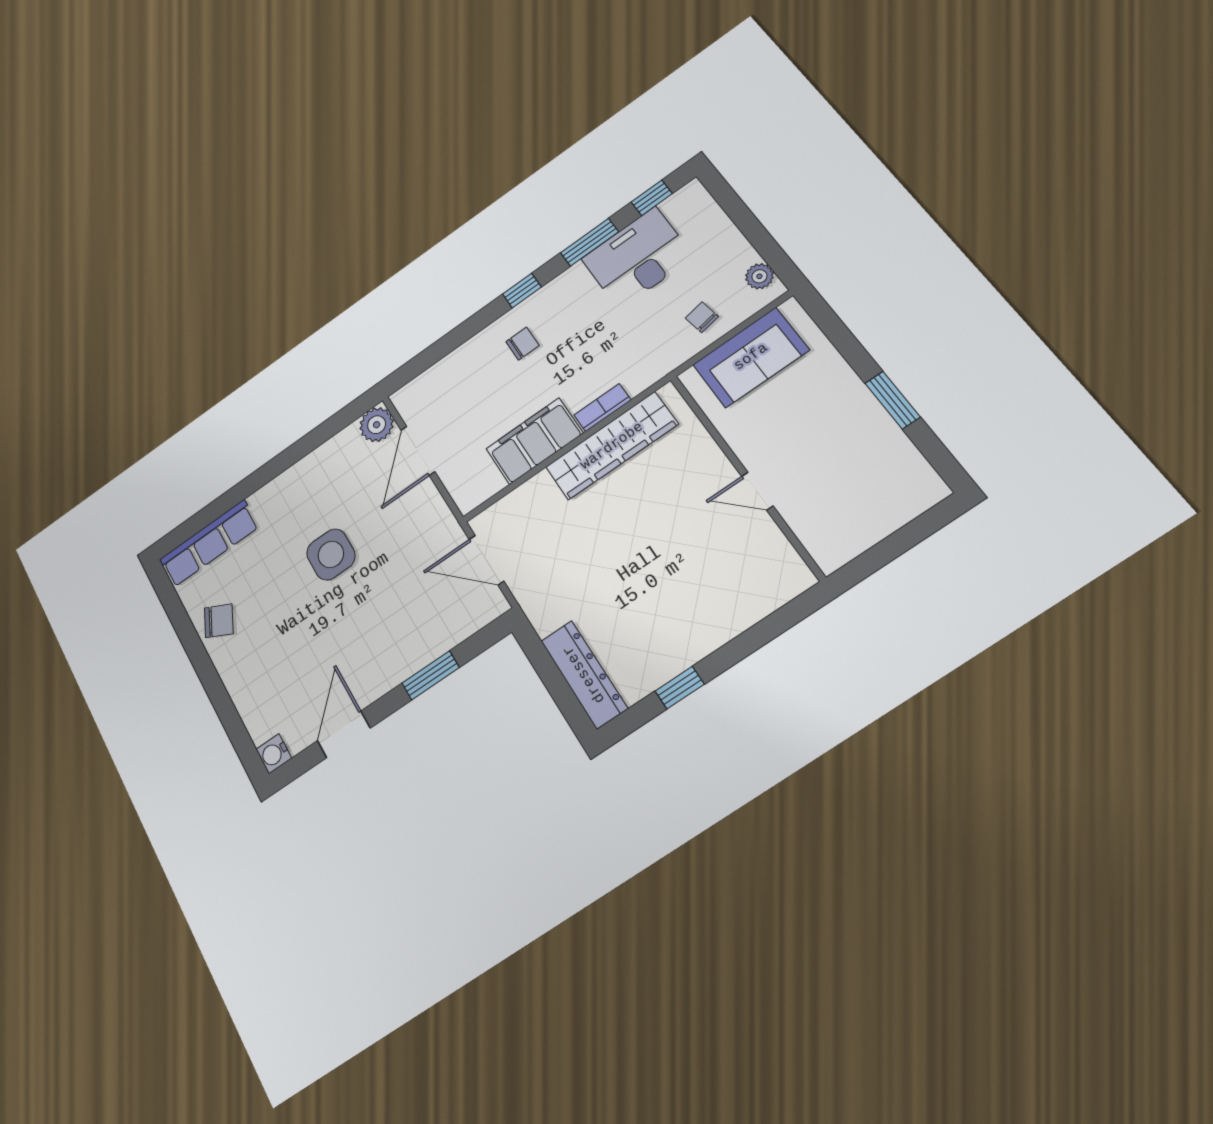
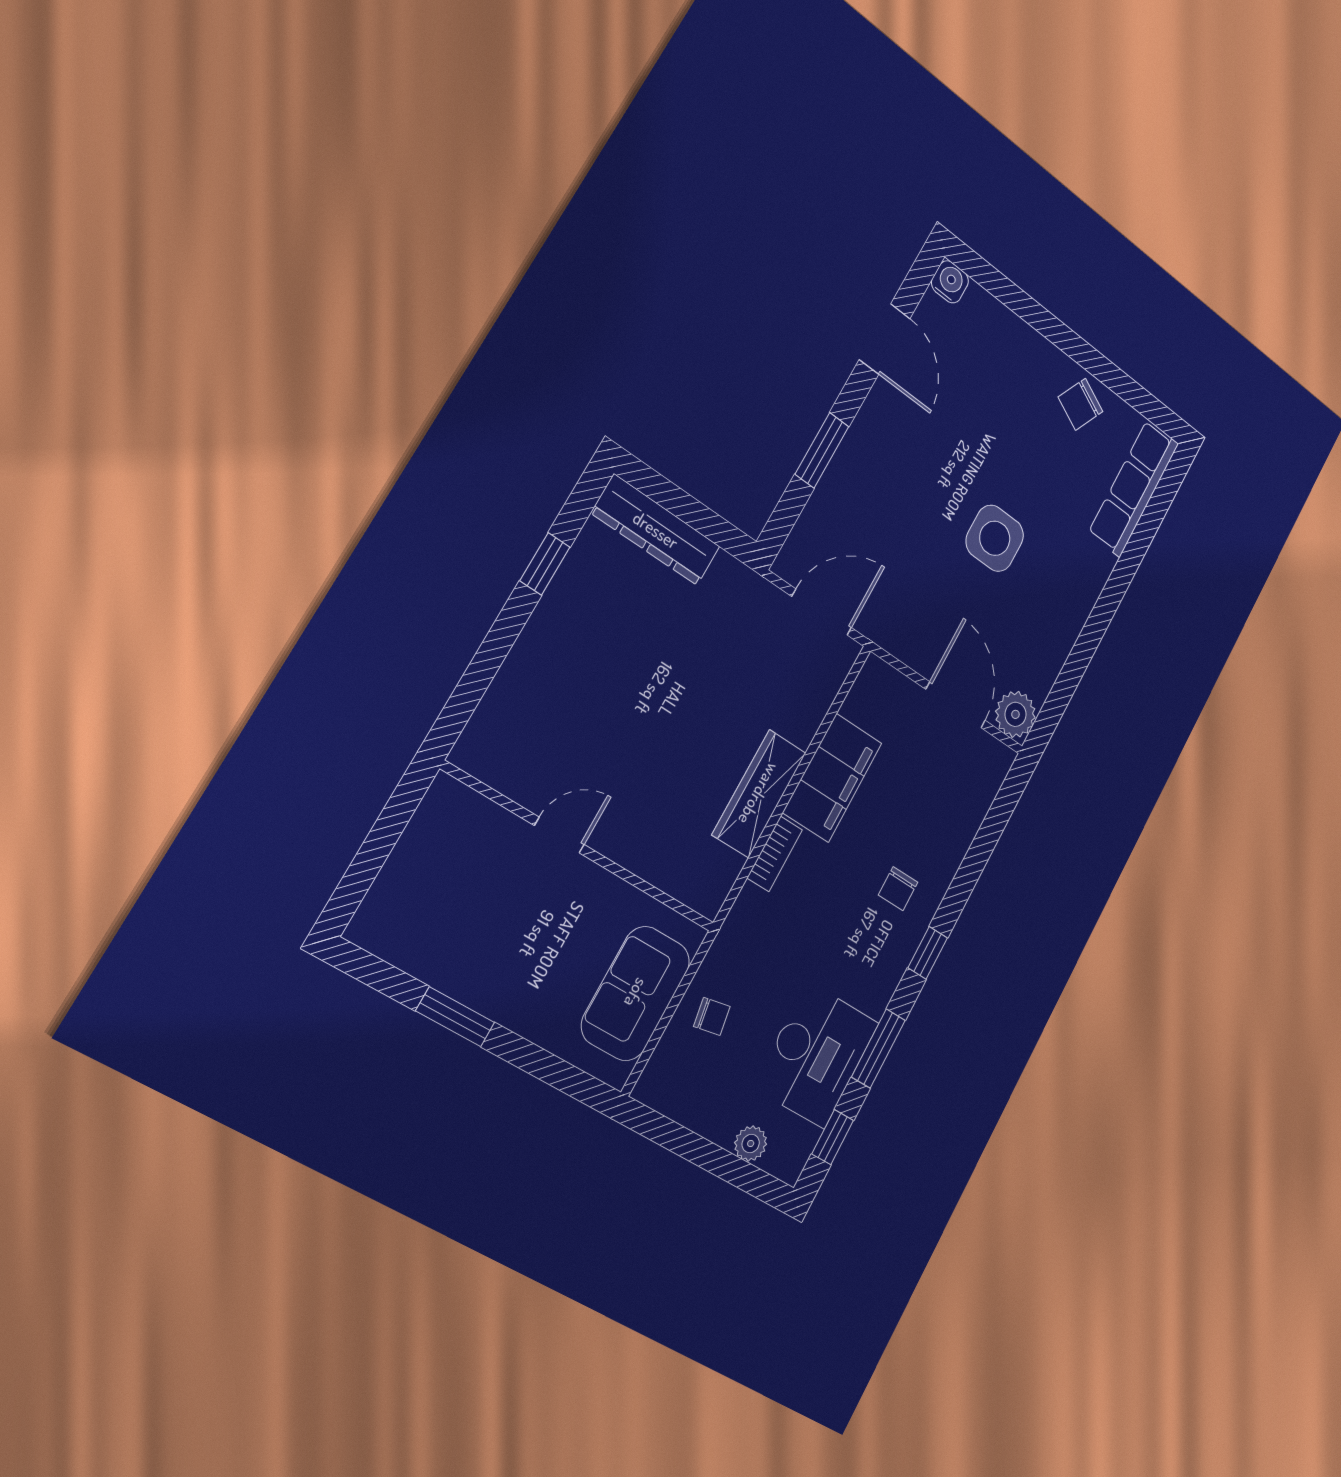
plant: (759, 276) -> (751, 1143), moved
wardrobe: (612, 446) -> (759, 794), width x0.71, depth x0.85

